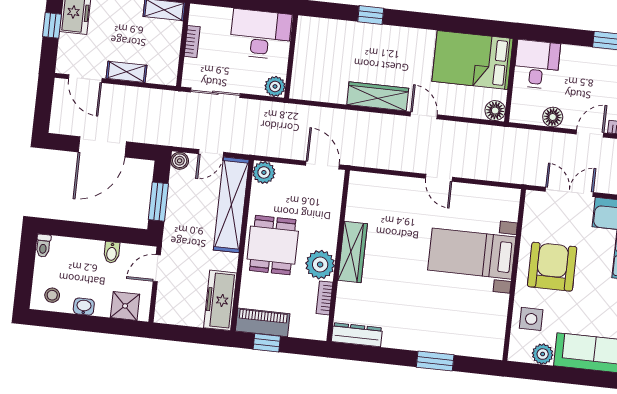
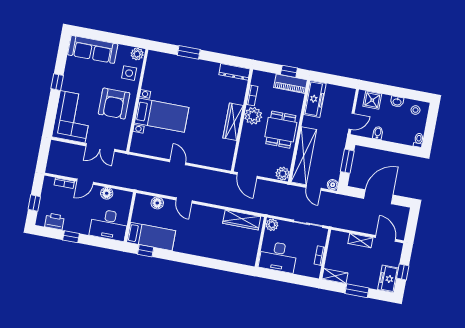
window: (371, 15) -> (146, 251), moved
bed: (472, 60) -> (151, 236), width x0.67
desk: (537, 64) -> (109, 225), width x1.37
wardrobe: (378, 96) -> (242, 220), moved
floor lamp: (495, 111) -> (157, 203), moved
door: (211, 153) -> (313, 188), swing flipped
plant: (543, 354) -> (137, 54), moved

